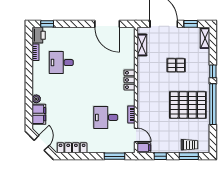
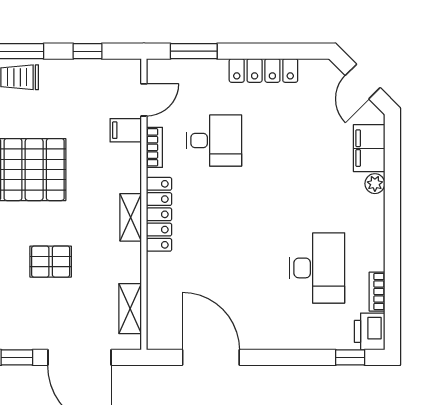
desk: (61, 63) -> (317, 268), width x1.37
locker: (129, 80) -> (159, 214), width x1.53
shelving: (142, 84) -> (131, 217), added
door: (136, 135) -> (144, 100), swing flipped
locker: (72, 148) -> (263, 70), moved
filing cabinet: (144, 148) -> (126, 130), moved

